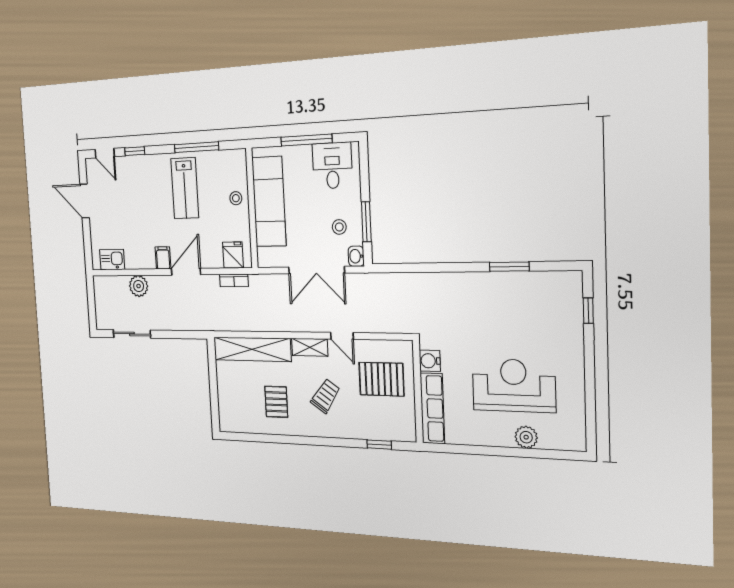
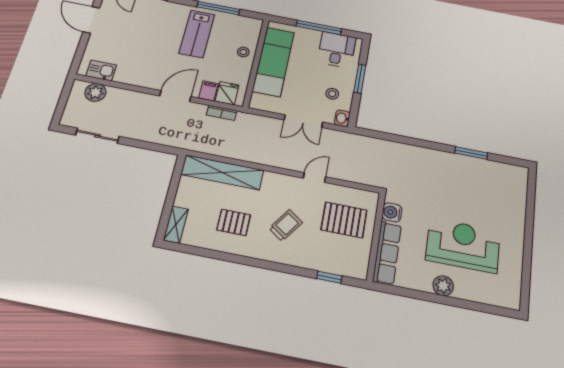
window: (366, 222) -> (360, 79), moved
filing cabinet: (163, 258) -> (208, 91), moved
double door: (316, 270) -> (303, 121), width x0.73
plant: (139, 286) -> (95, 92), moved
window: (588, 311) -> (531, 198), removed
door: (342, 336) -> (314, 177), swing flipped
shelving: (310, 347) -> (176, 225), moved, turned 90
pallet: (276, 402) -> (234, 222), turned 90
plant: (526, 437) -> (443, 286), moved

